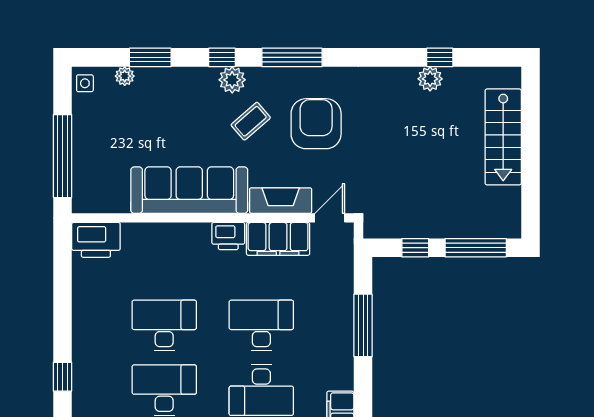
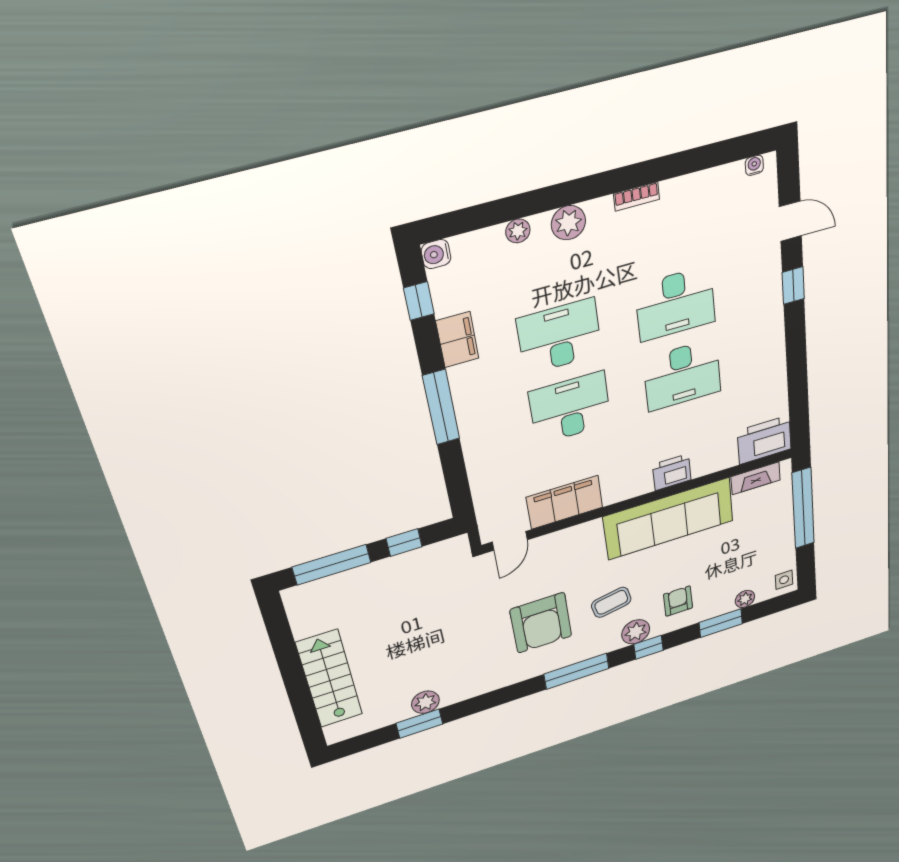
window: (440, 57) -> (419, 724), width x1.50
armchair: (189, 99) -> (678, 601), added
coffee table: (251, 121) -> (611, 602), turned 30
fireplace: (281, 201) -> (756, 478), moved, width x0.73, depth x0.76
printer: (228, 236) -> (672, 472), moved
desk: (261, 325) -> (570, 408), turned 180
window: (363, 325) -> (441, 407), moved

